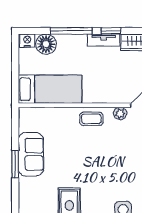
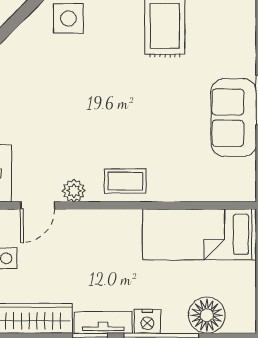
nightstand: (27, 41) -> (147, 321), moved

